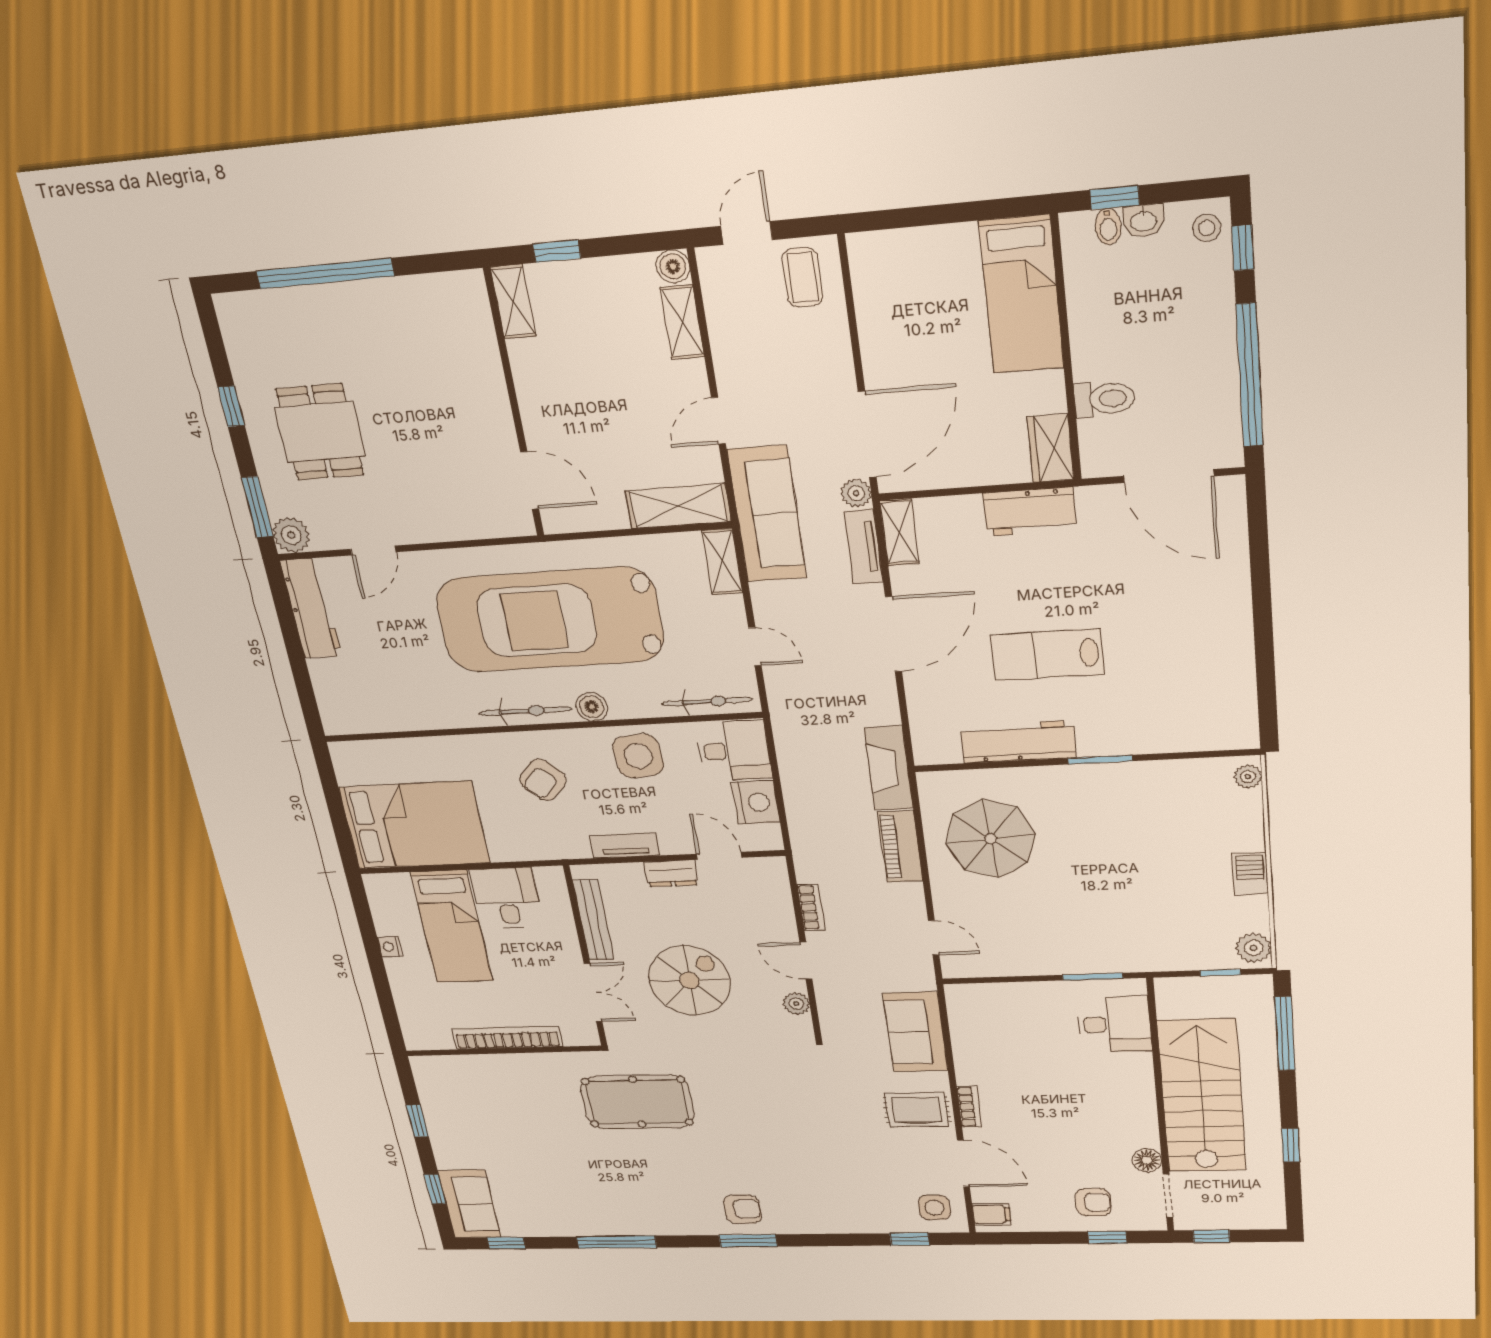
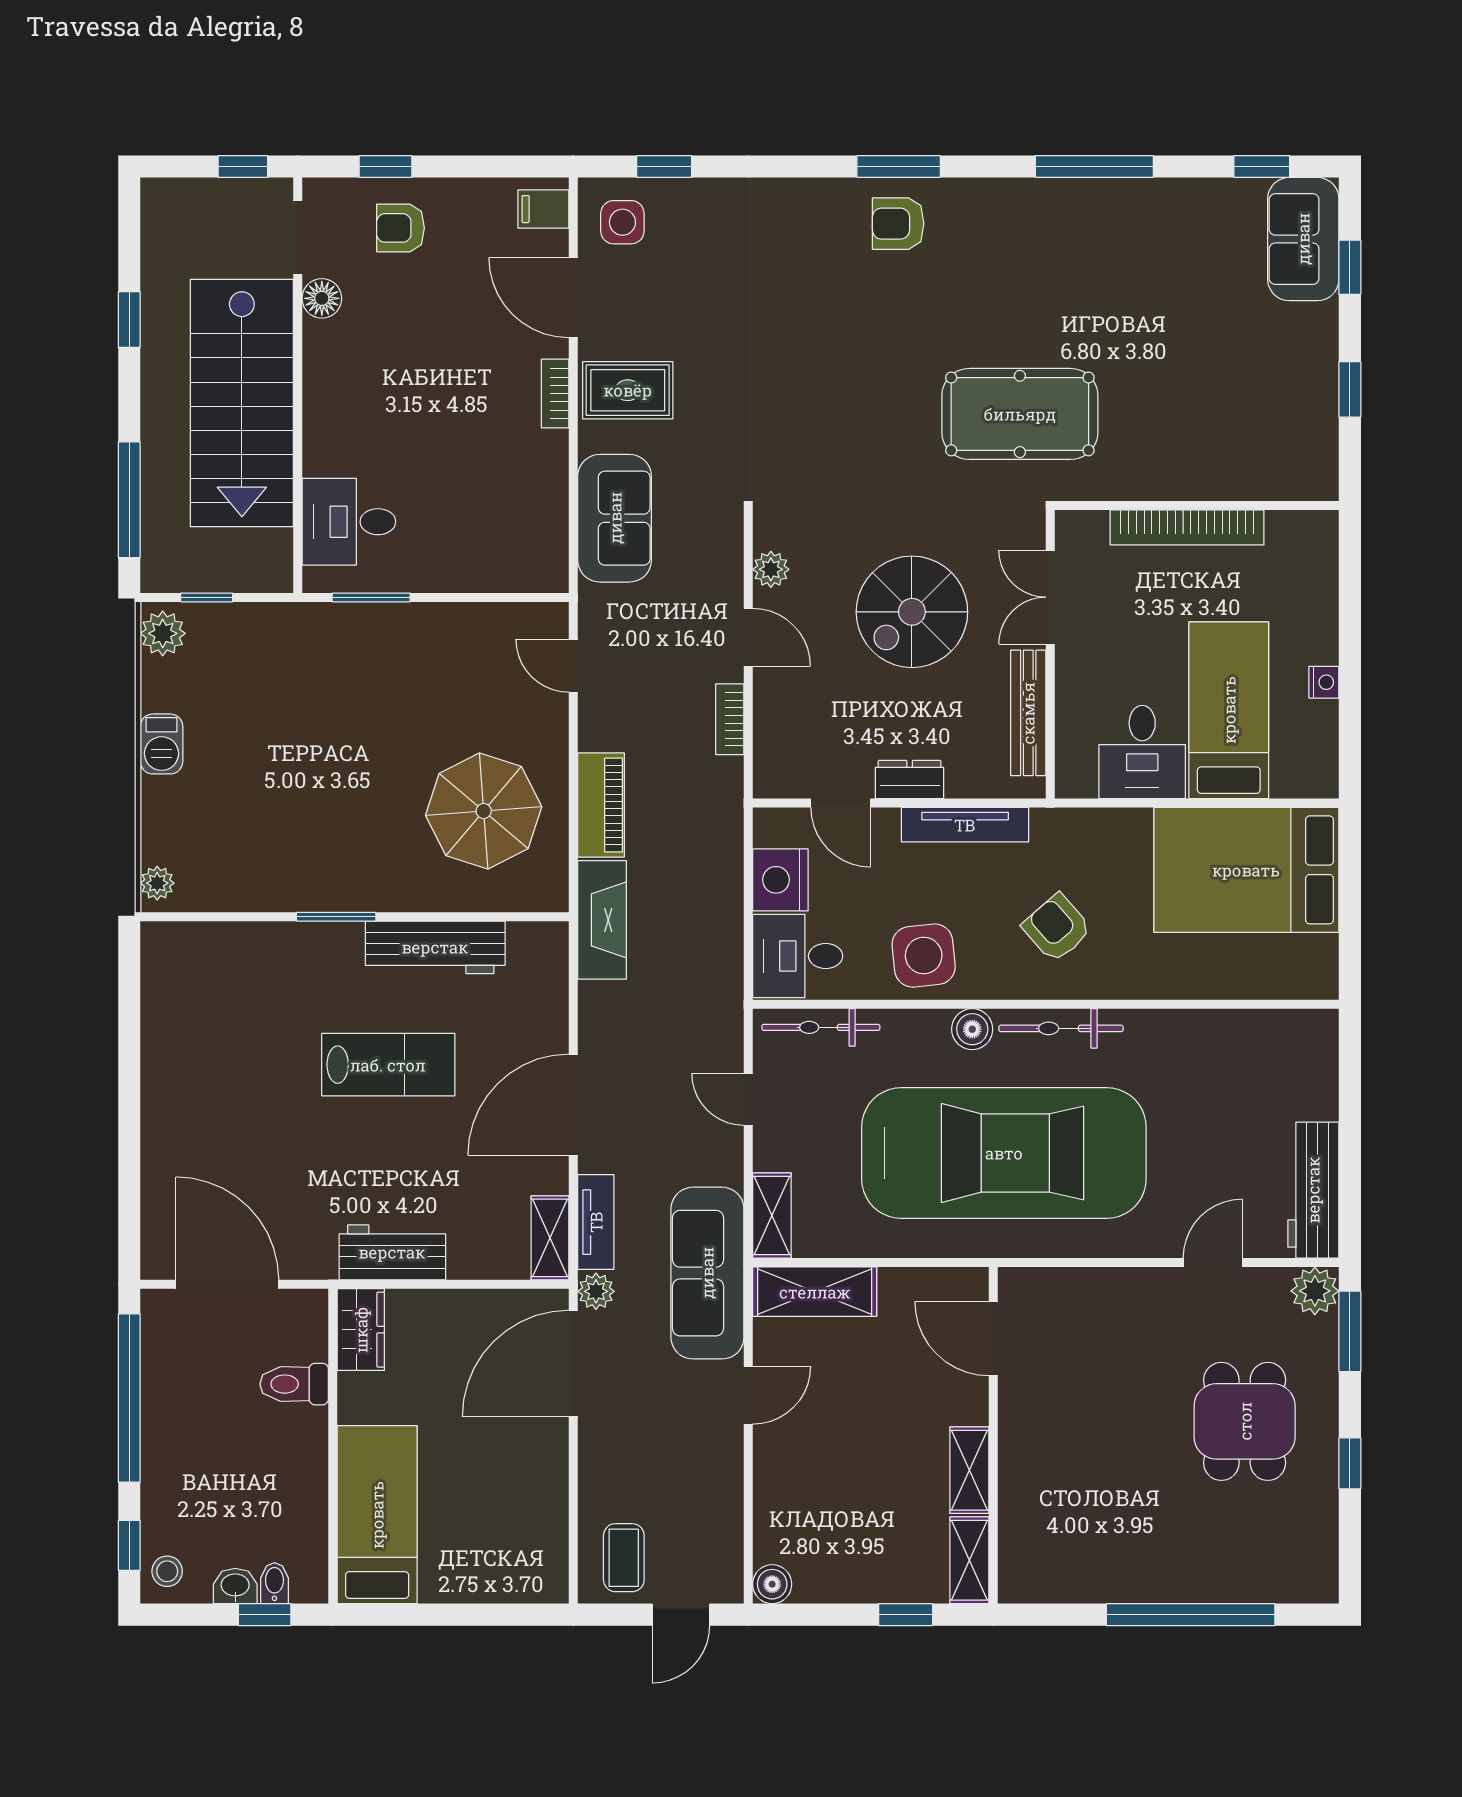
shelving: (682, 322) -> (969, 1470), moved
armchair: (543, 780) -> (1057, 928), turned -84
tv unit: (625, 846) -> (965, 825), width x1.41

